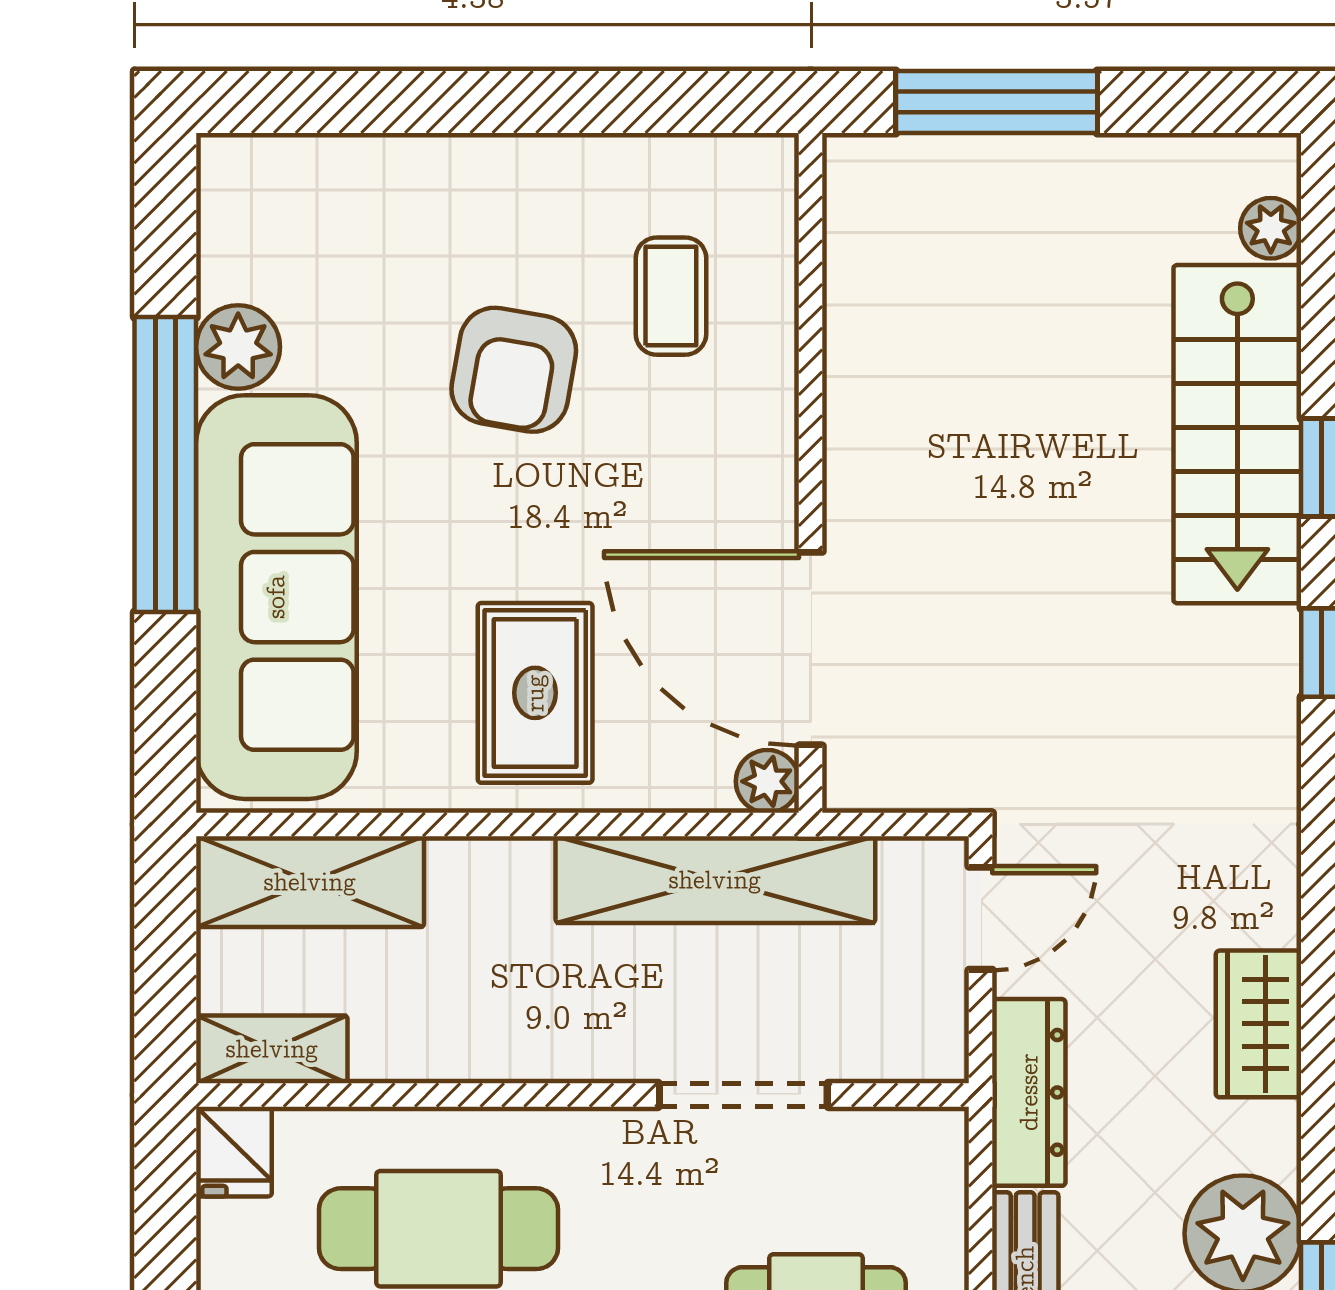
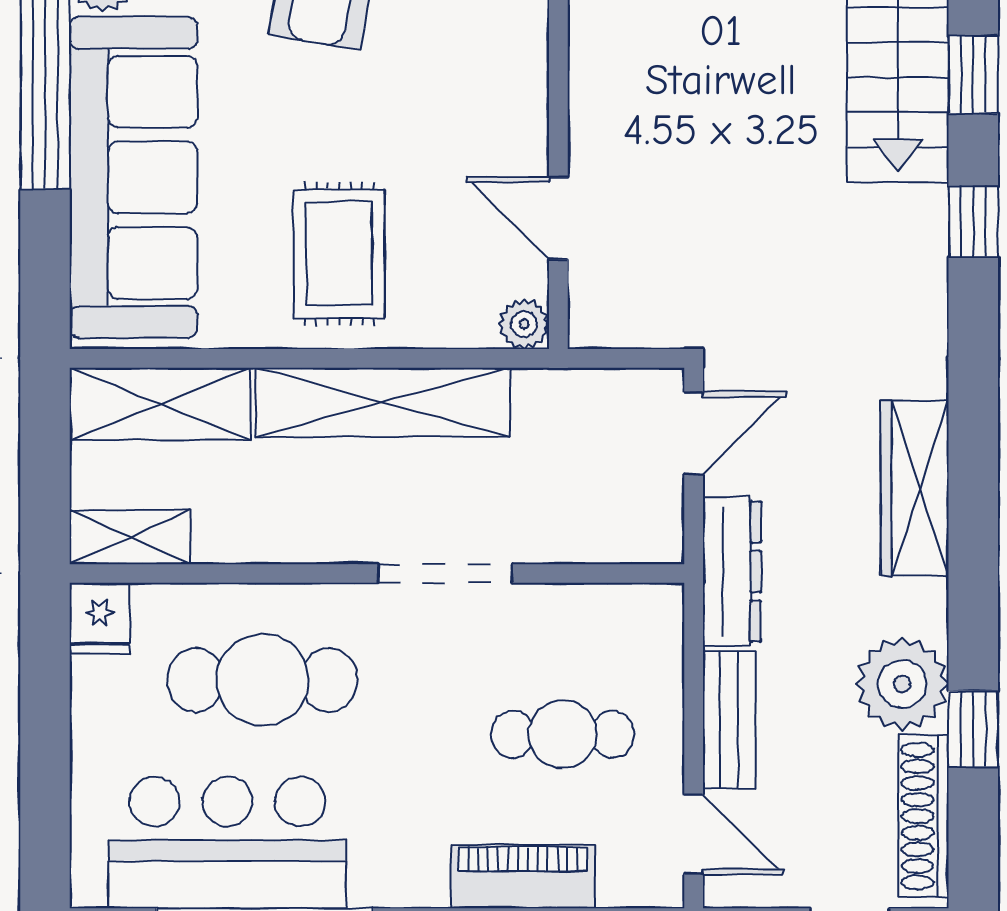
door: (811, 649) -> (558, 218), width x0.53
shelving: (715, 880) -> (383, 402), moved
wardrobe: (1259, 1024) -> (915, 488), width x1.50
doorway: (743, 1095) -> (445, 573), moved

